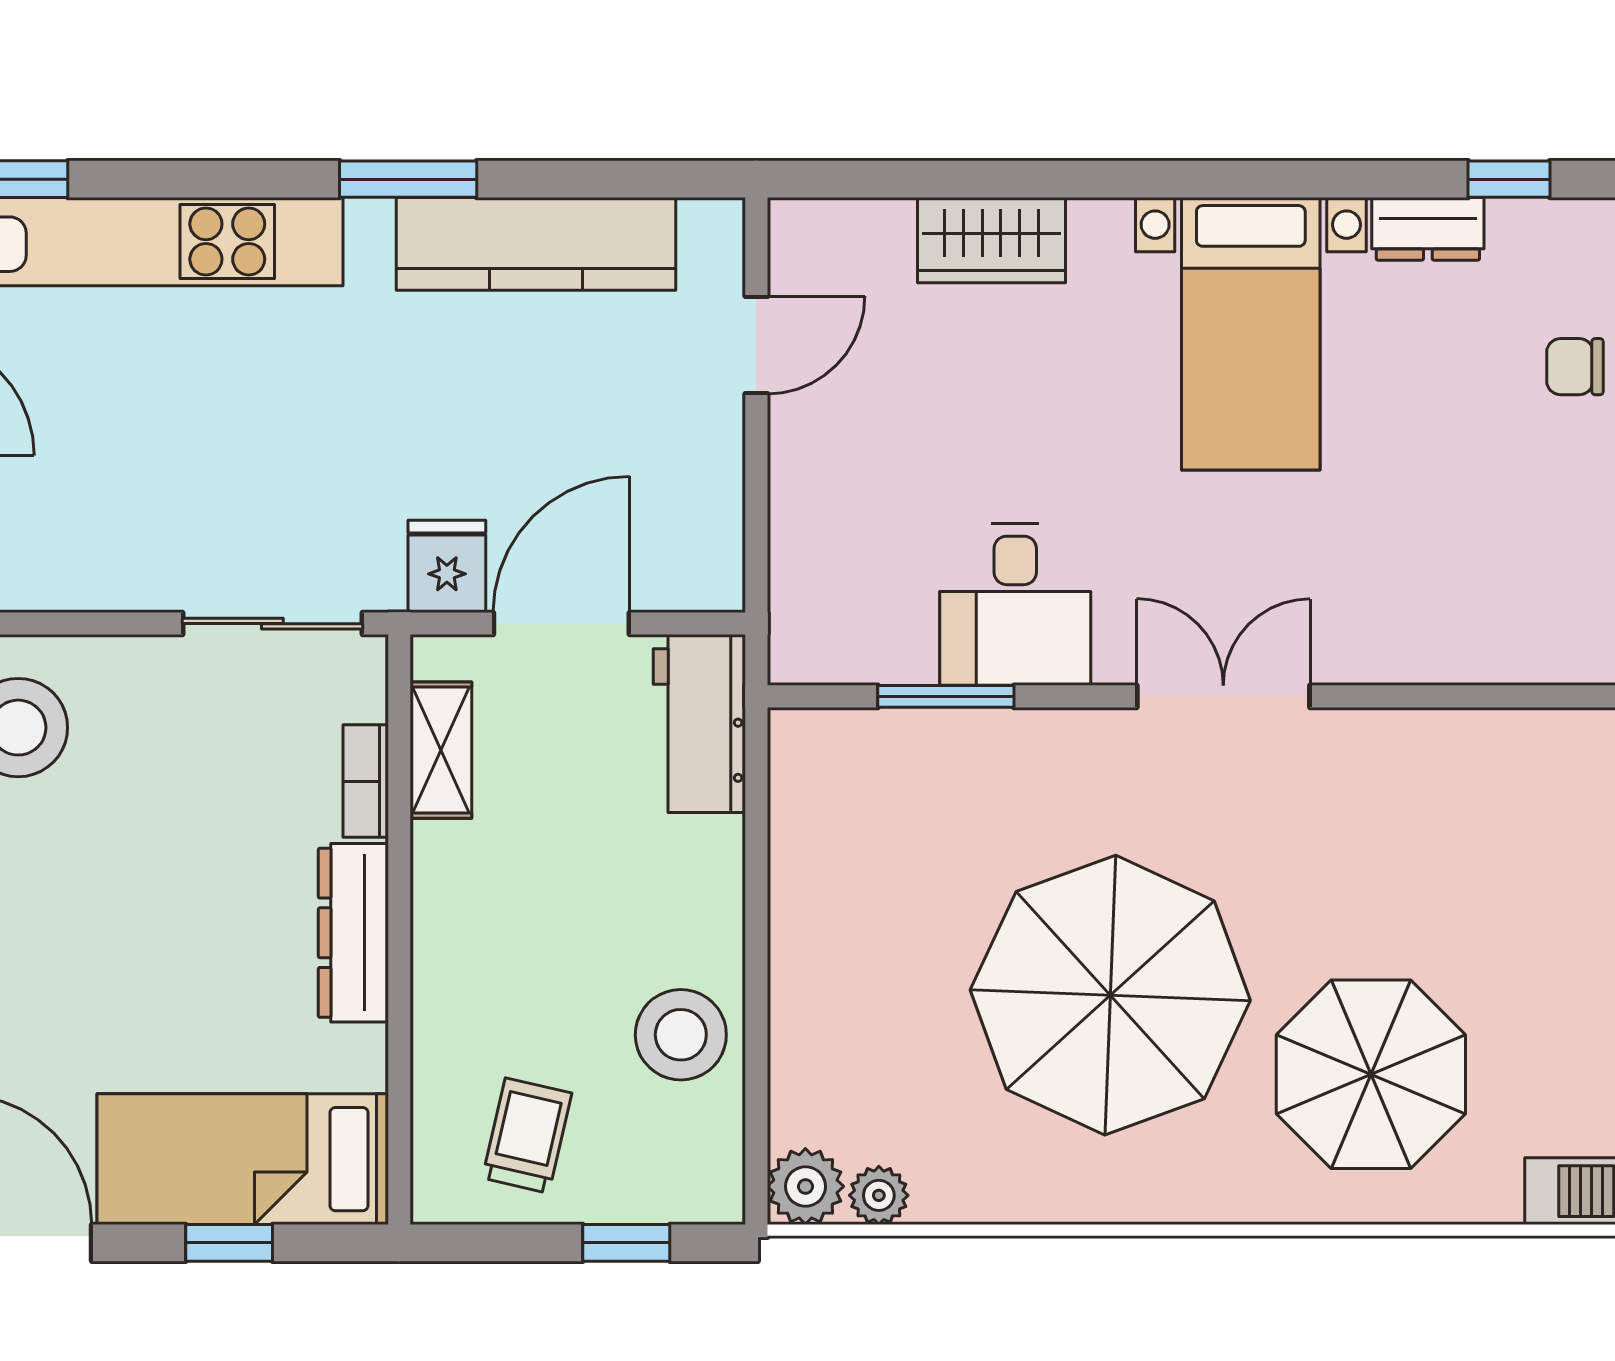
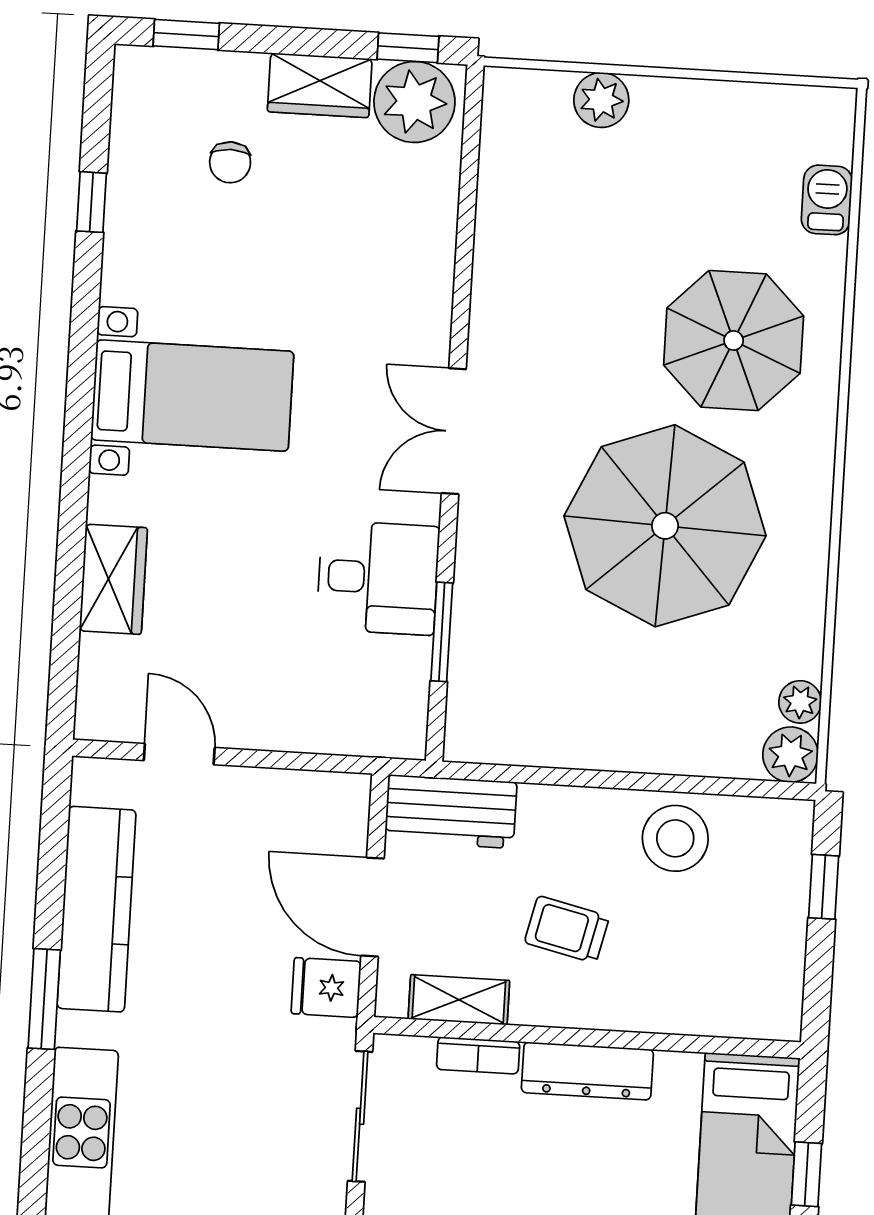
dresser: (1428, 229) -> (124, 263), removed
trolley: (527, 1136) -> (567, 930), moved

